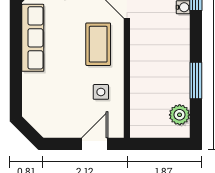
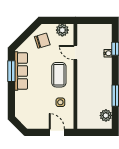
window: (16, 38) -> (11, 71), added
door: (95, 144) -> (57, 132), hinge flipped

